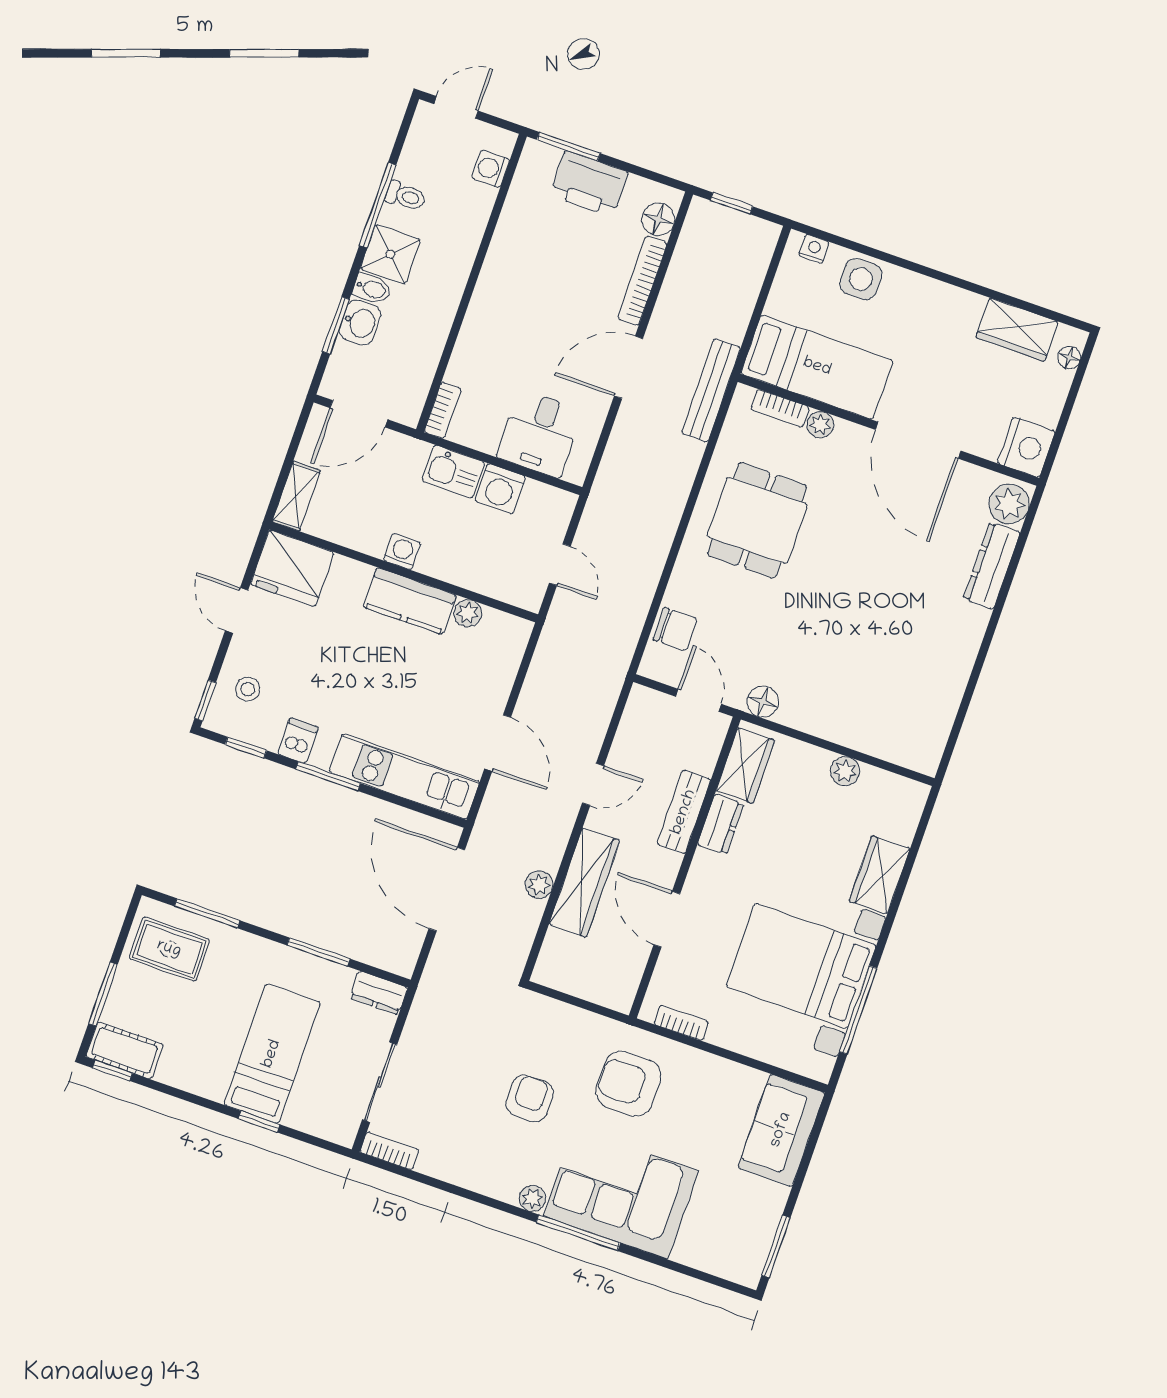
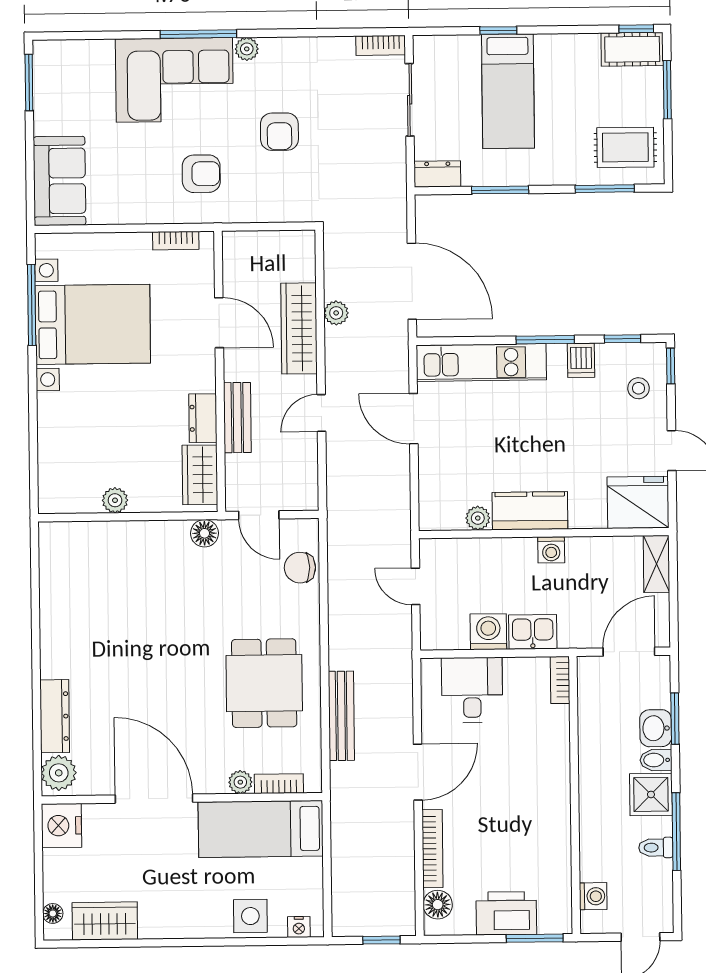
bench: (711, 390) -> (341, 716), moved
wardrobe: (880, 875) -> (55, 424), removed
armchair: (629, 1084) -> (201, 174), width x0.72, depth x0.72

